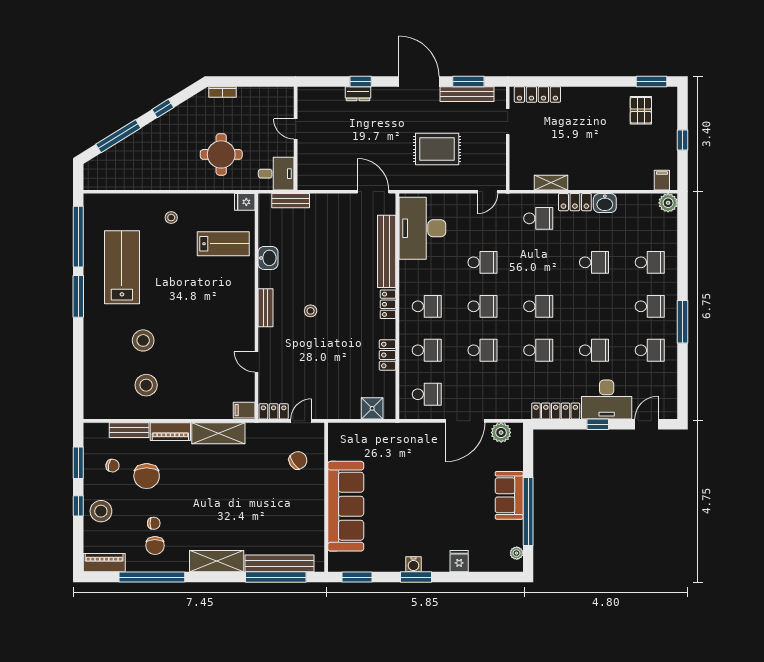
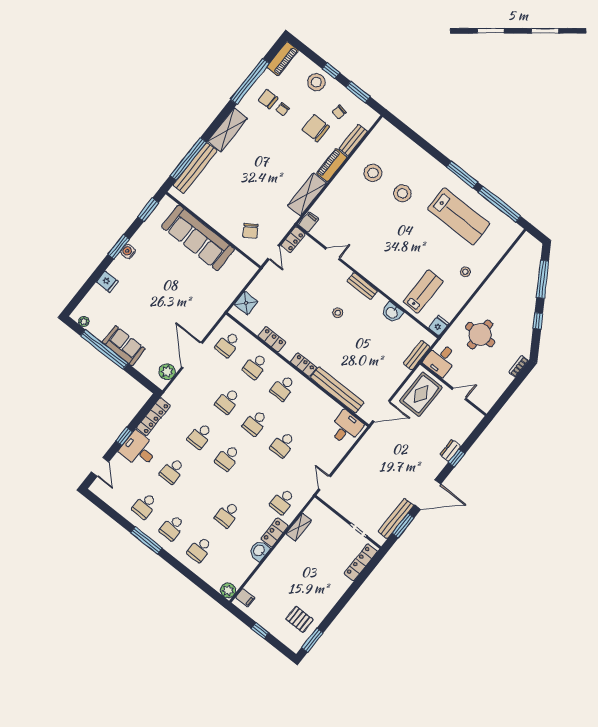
rug: (437, 149) -> (421, 394), moved
desk: (422, 228) -> (346, 428), width x0.53, depth x0.77
lab bench: (223, 244) -> (423, 291), turned 180
desk: (607, 400) -> (139, 450), width x0.73

